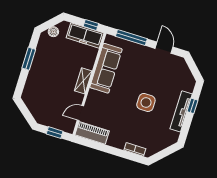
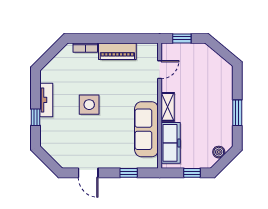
window: (91, 25) -> (192, 173), moved
freezer: (85, 35) -> (171, 143), moved, turned 90
window: (131, 38) -> (129, 173), width x0.46
tv unit: (181, 111) -> (46, 100), width x0.71
piano: (92, 133) -> (117, 51), moved

